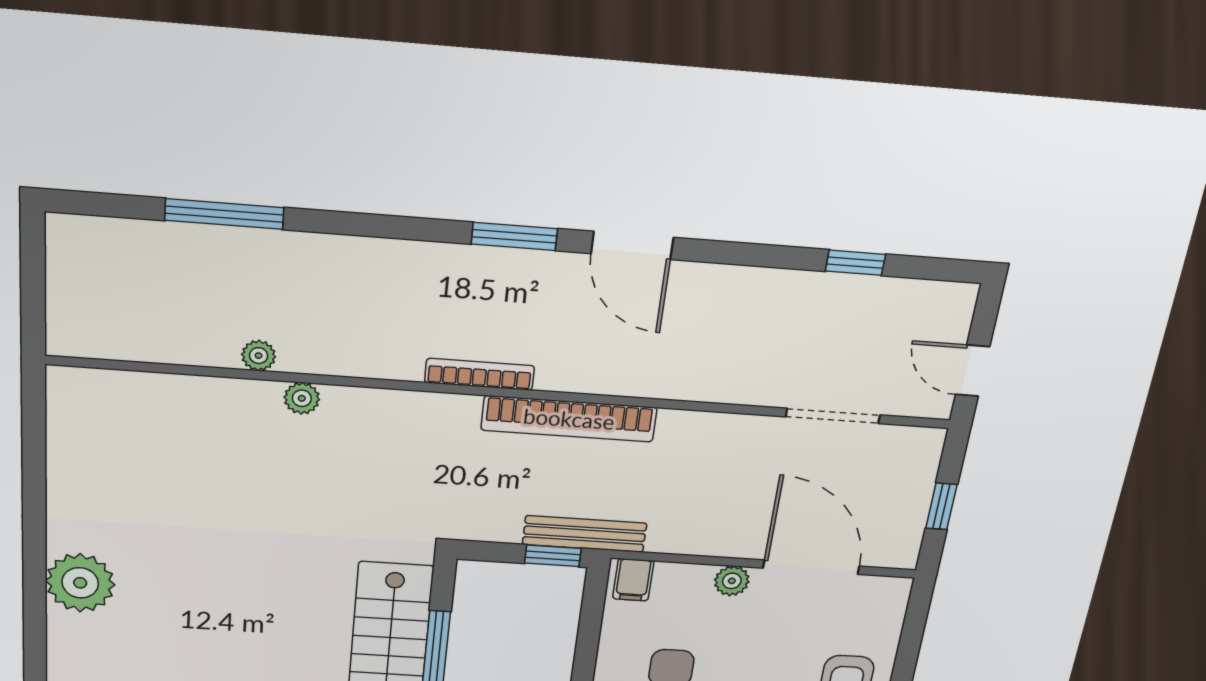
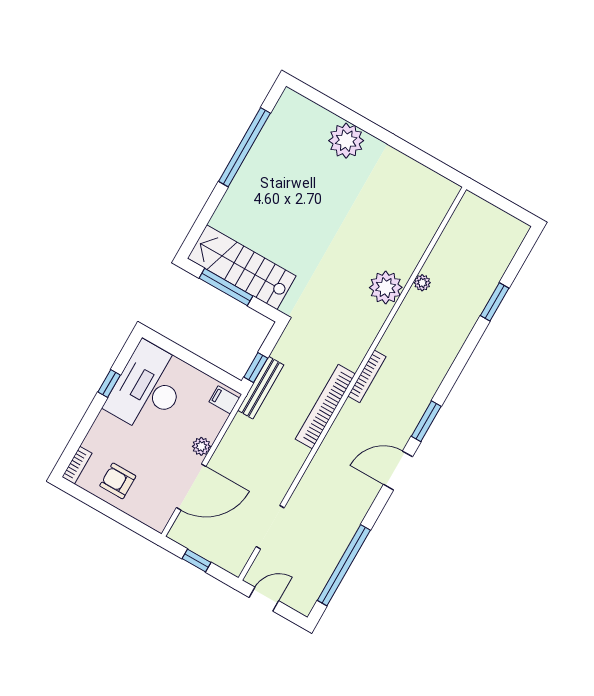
window: (224, 214) -> (495, 302), width x0.69
window: (855, 263) -> (344, 565), width x3.17
plant: (302, 398) -> (386, 288), width x1.88, depth x1.88

